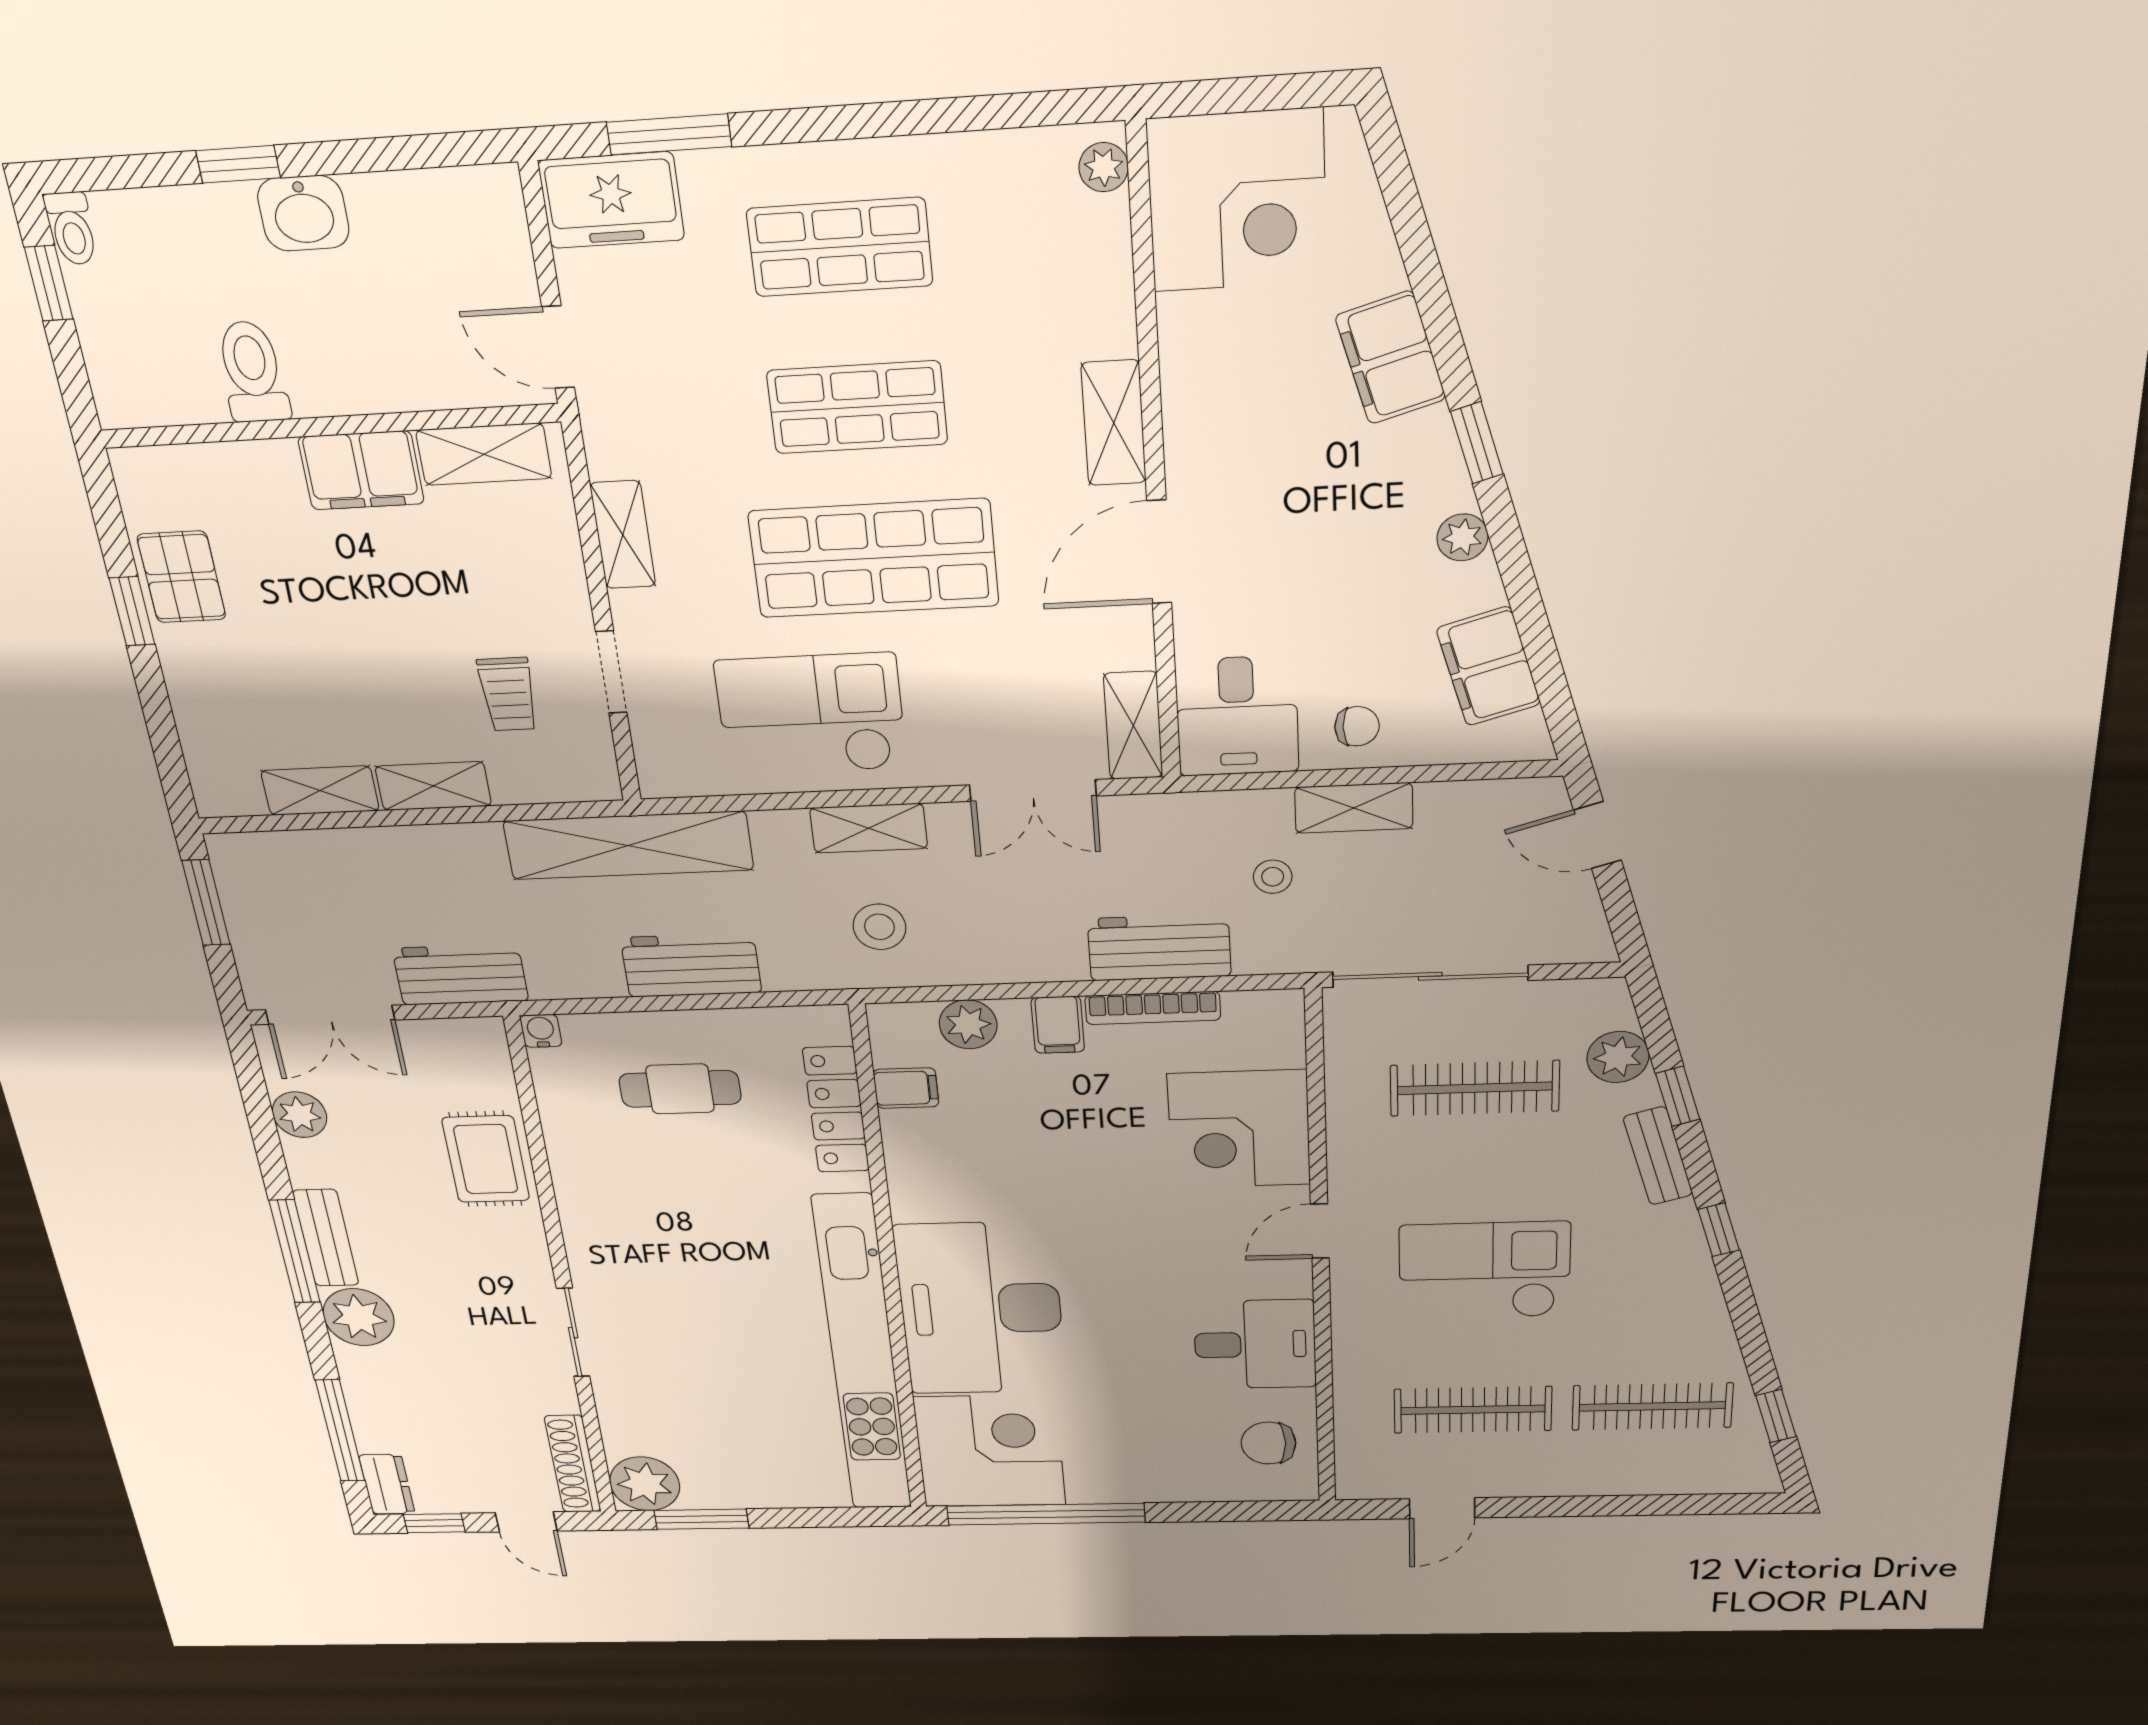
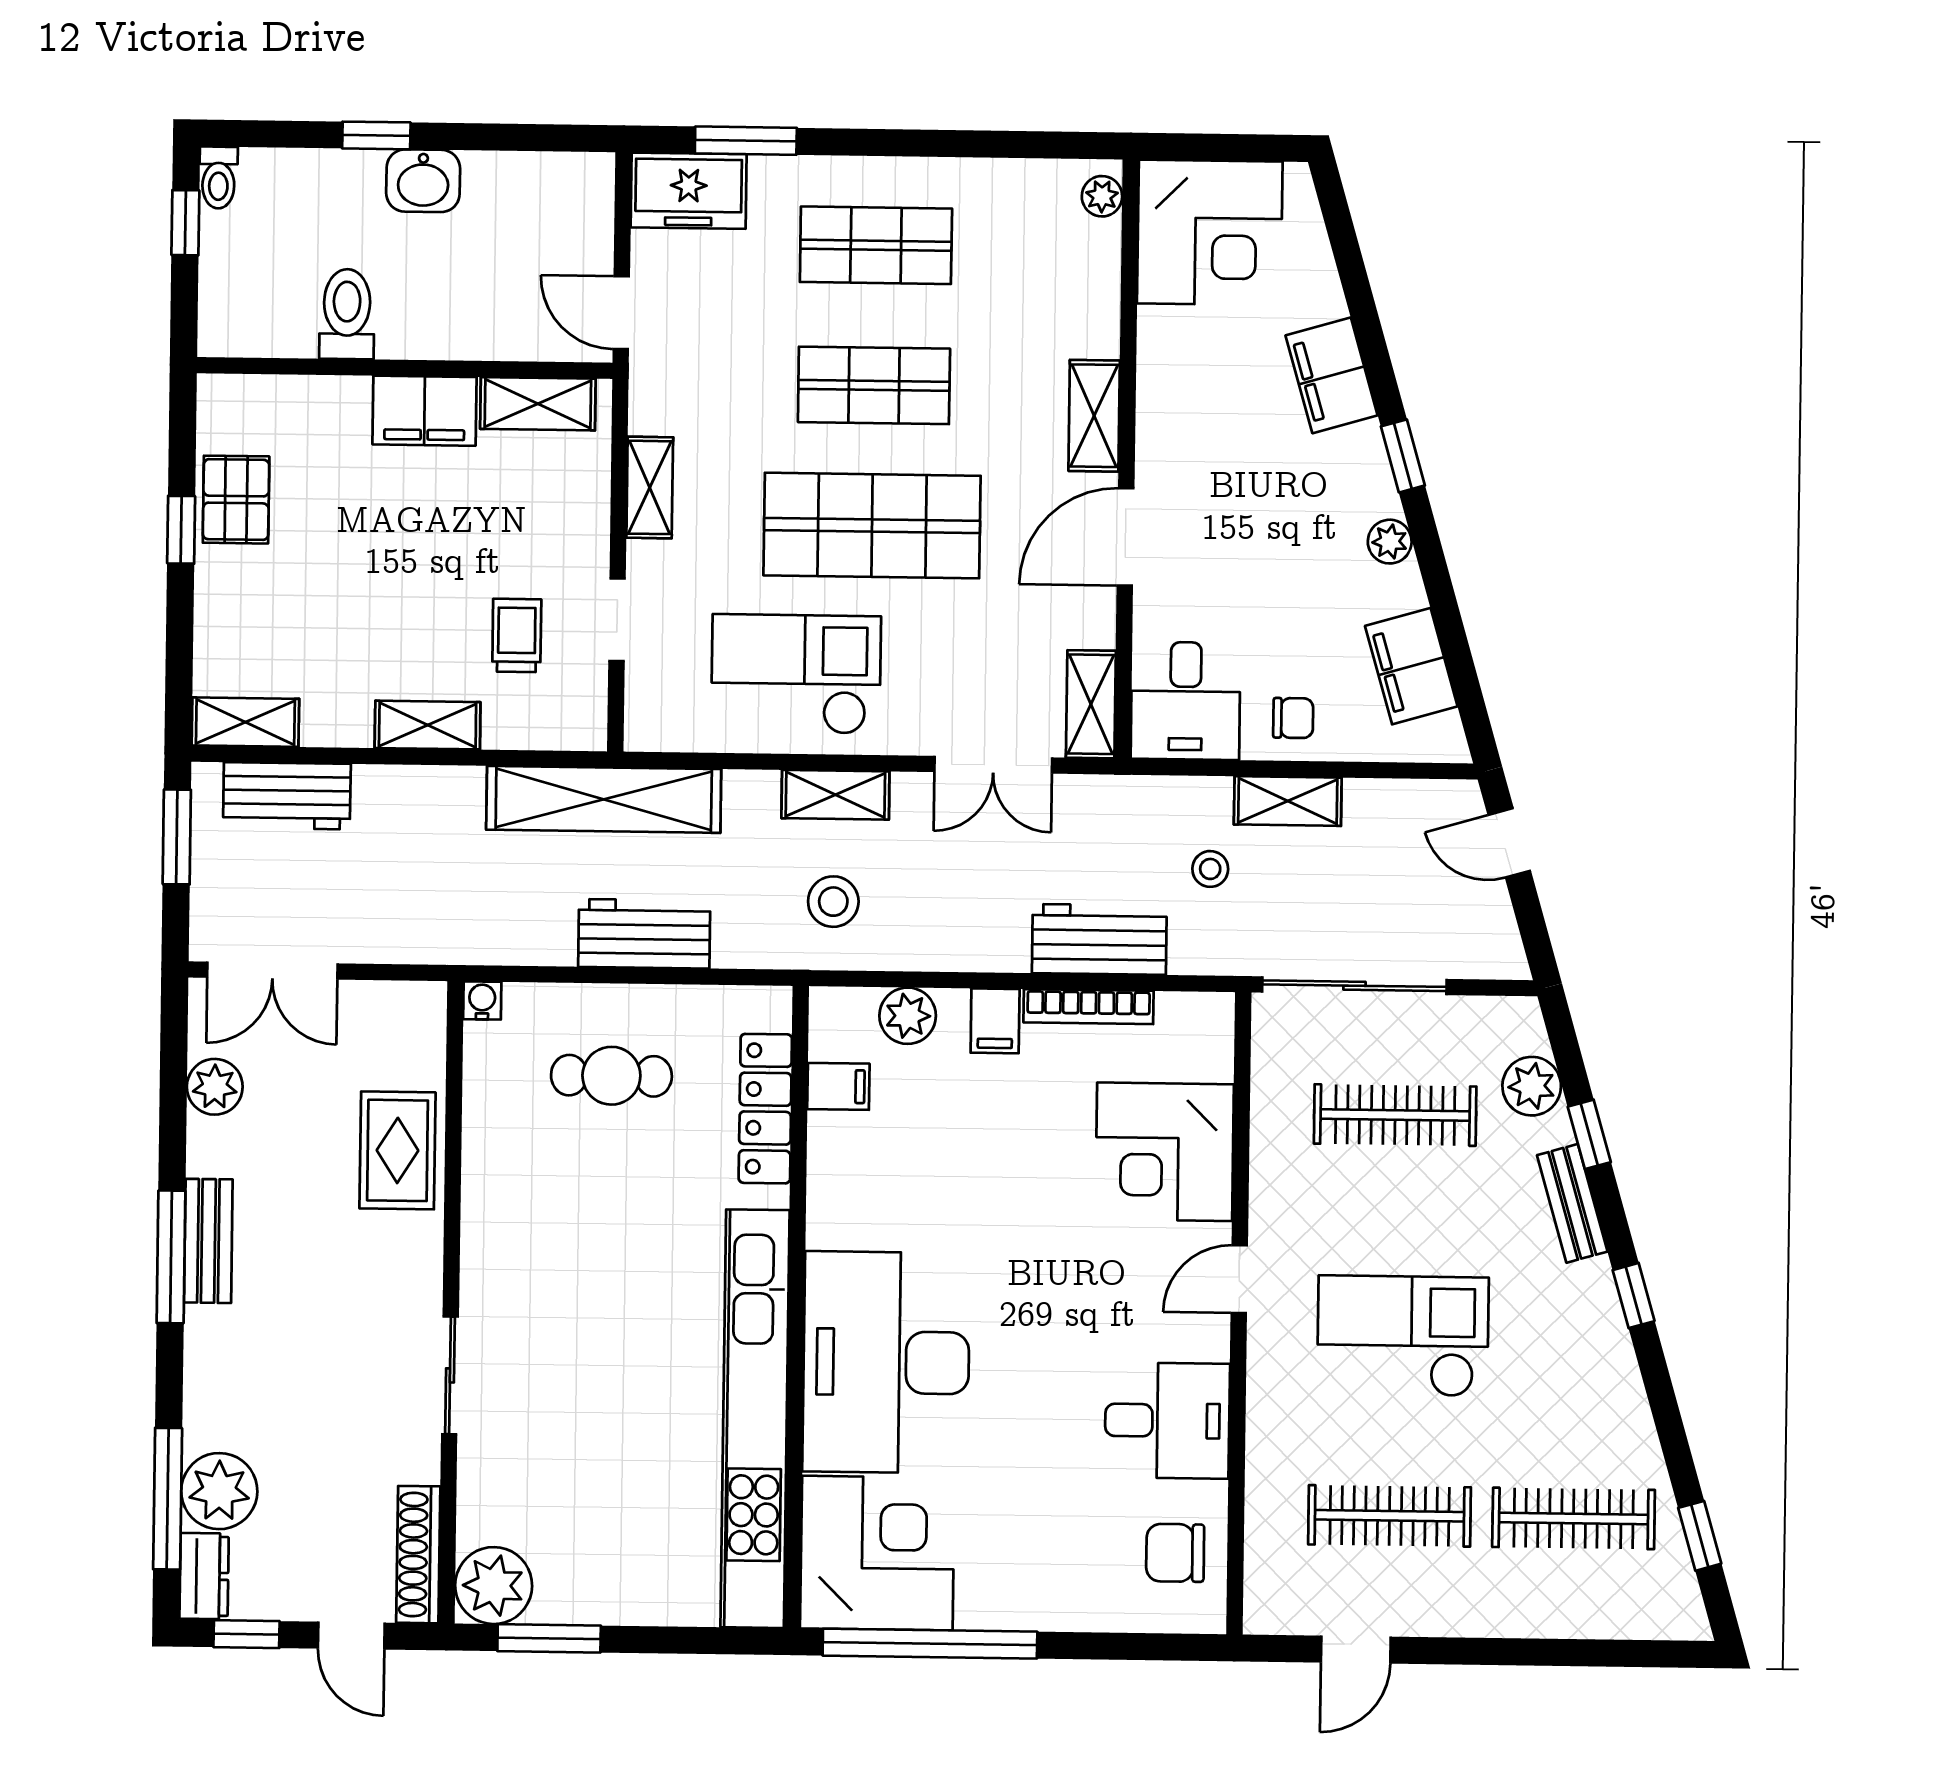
trolley: (508, 694) -> (517, 635), turned 180
shelving: (320, 791) -> (245, 722), moved
workbench: (460, 975) -> (287, 796), moved, turned 180
plant: (359, 1317) -> (219, 1491), moved

